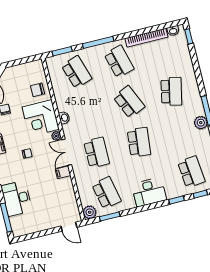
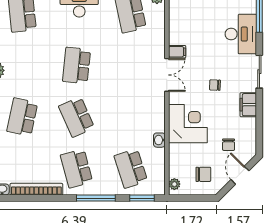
chair: (38, 90) -> (203, 174), moved
washbasin: (64, 118) -> (159, 140), moved
plant: (56, 136) -> (174, 184), moved
school desk: (97, 153) -> (131, 65), removed

